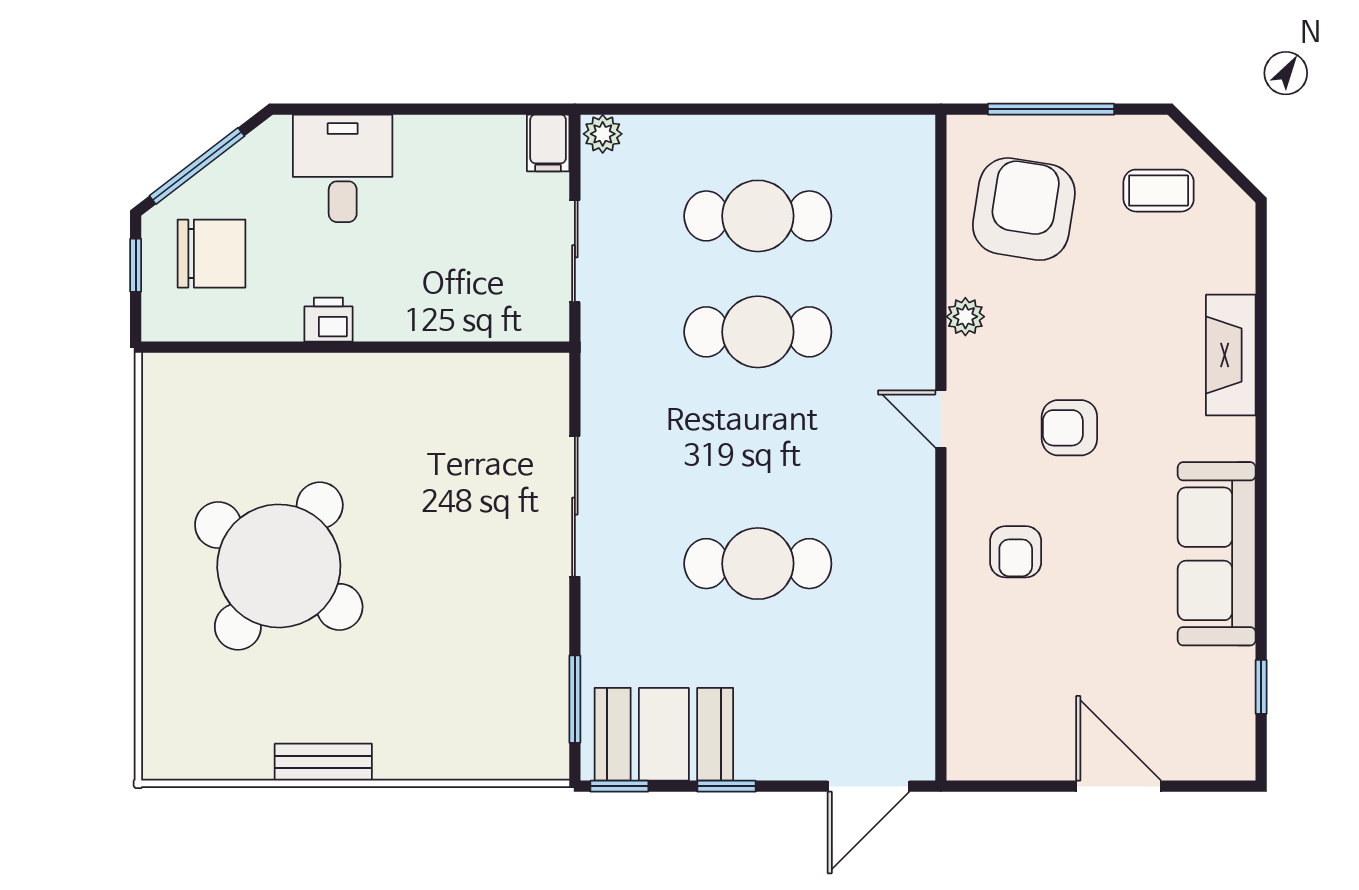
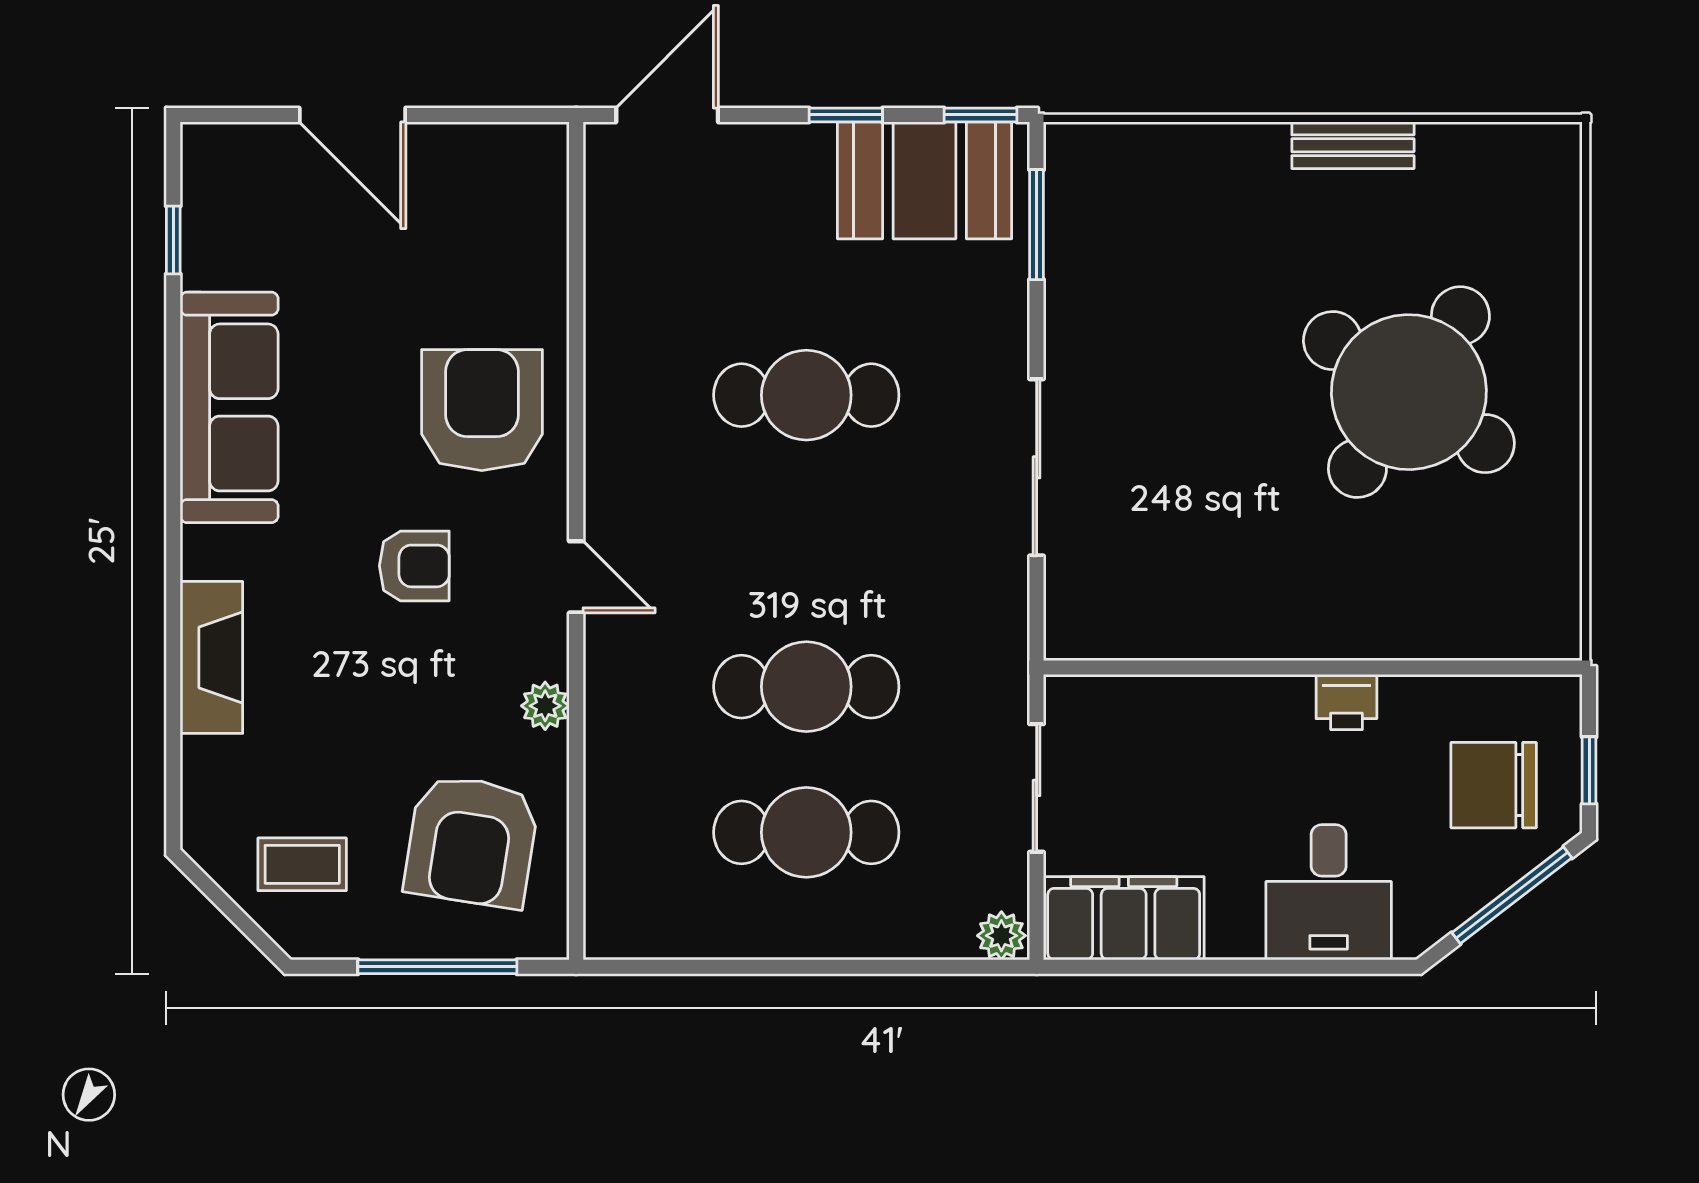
filing cabinet: (548, 143) -> (1124, 918), width x3.00, depth x1.17
armchair: (1016, 552) -> (482, 410), width x1.88, depth x1.88

